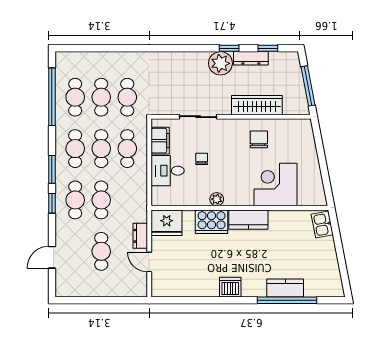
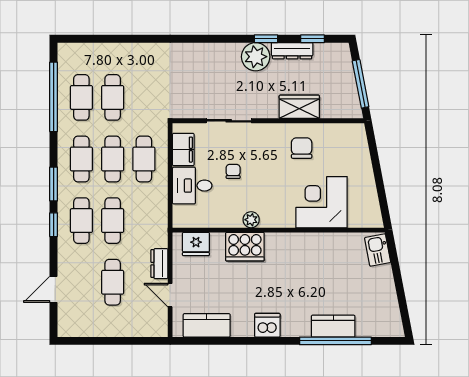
cafe table: (127, 97) -> (144, 97), removed
wardrobe: (257, 105) -> (299, 107), width x0.67
kitchen counter: (248, 220) -> (207, 325), moved, turned 180
fridge: (167, 223) -> (196, 244), width x0.73, depth x0.75

